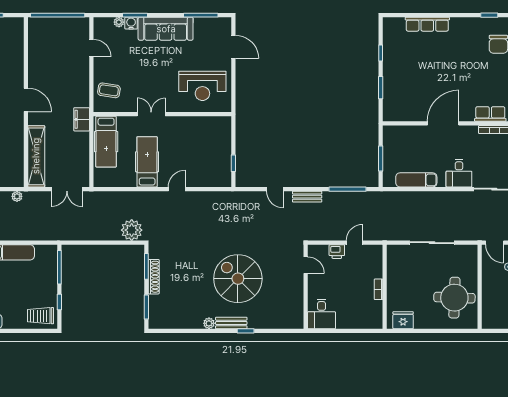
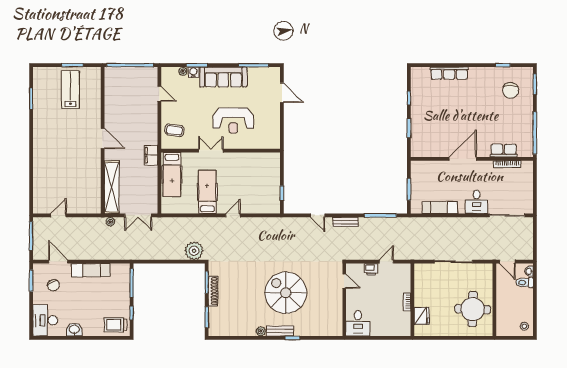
reception desk: (202, 86) -> (233, 121), moved
plant: (17, 196) -> (110, 222), moved
fridge: (403, 320) -> (422, 316), moved, turned 90

